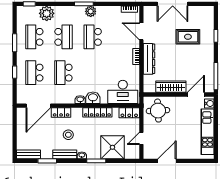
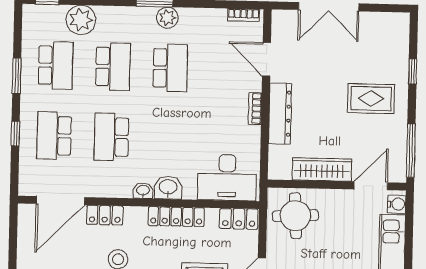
school desk: (34, 37) -> (56, 65), turned 180
school desk: (93, 37) -> (170, 68), turned 180
rug: (188, 37) -> (371, 99), moved

